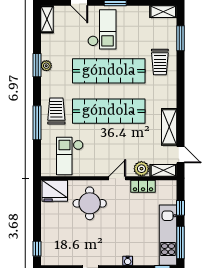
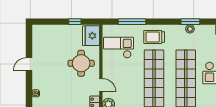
trolley: (56, 111) -> (154, 37), turned 180
window: (37, 123) -> (132, 22), moved
window: (37, 249) -> (75, 22), moved

